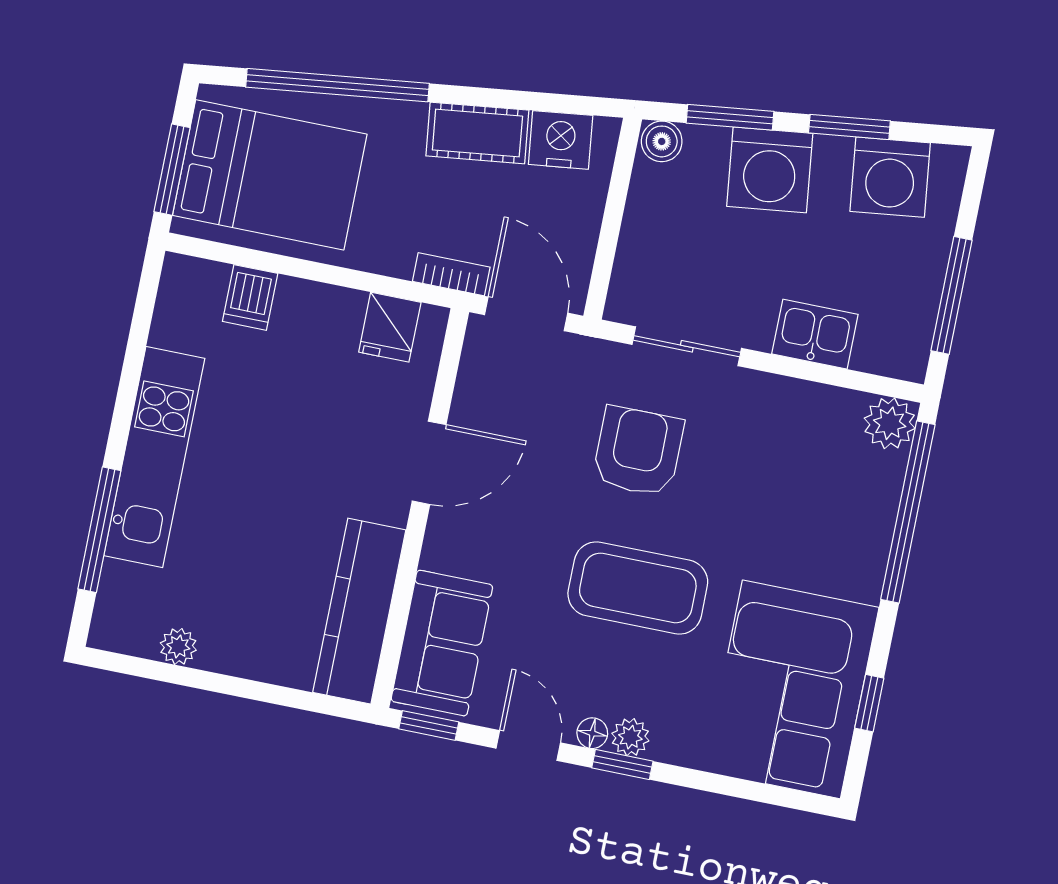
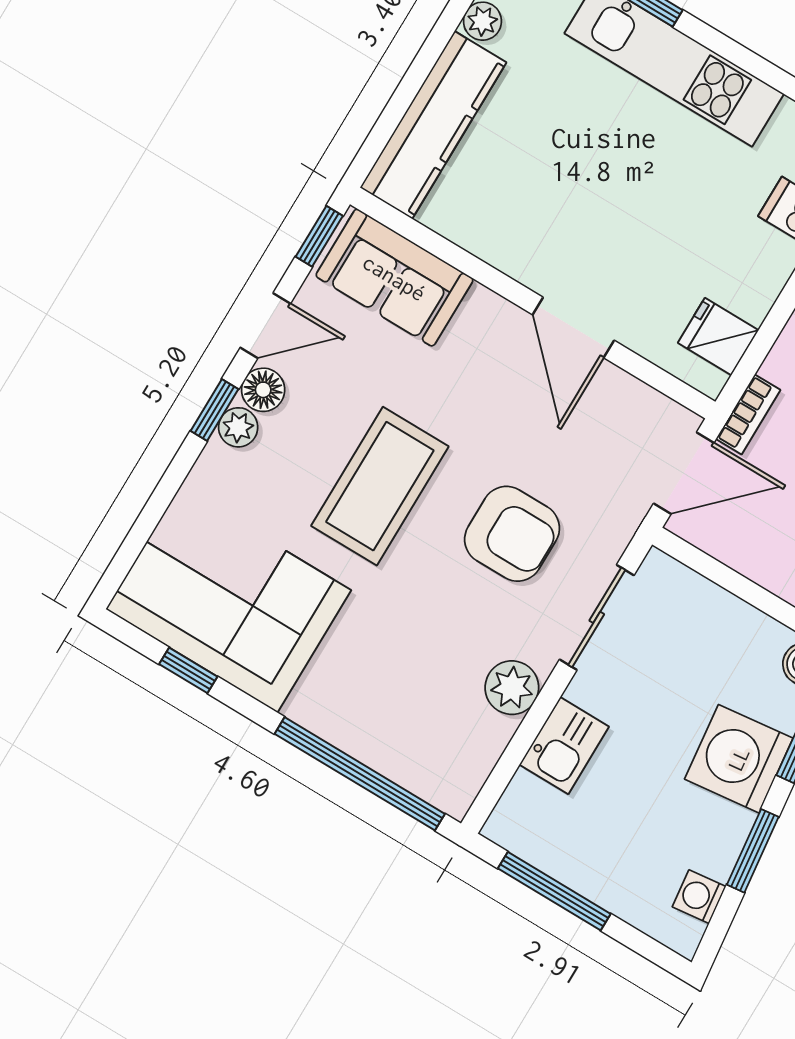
washing machine: (890, 177) -> (699, 897), width x0.53, depth x0.53
plant: (890, 423) -> (512, 688), moved
kitchen counter: (359, 611) -> (433, 125), moved, turned 90
floor lamp: (592, 733) -> (263, 390), width x1.37, depth x1.37

